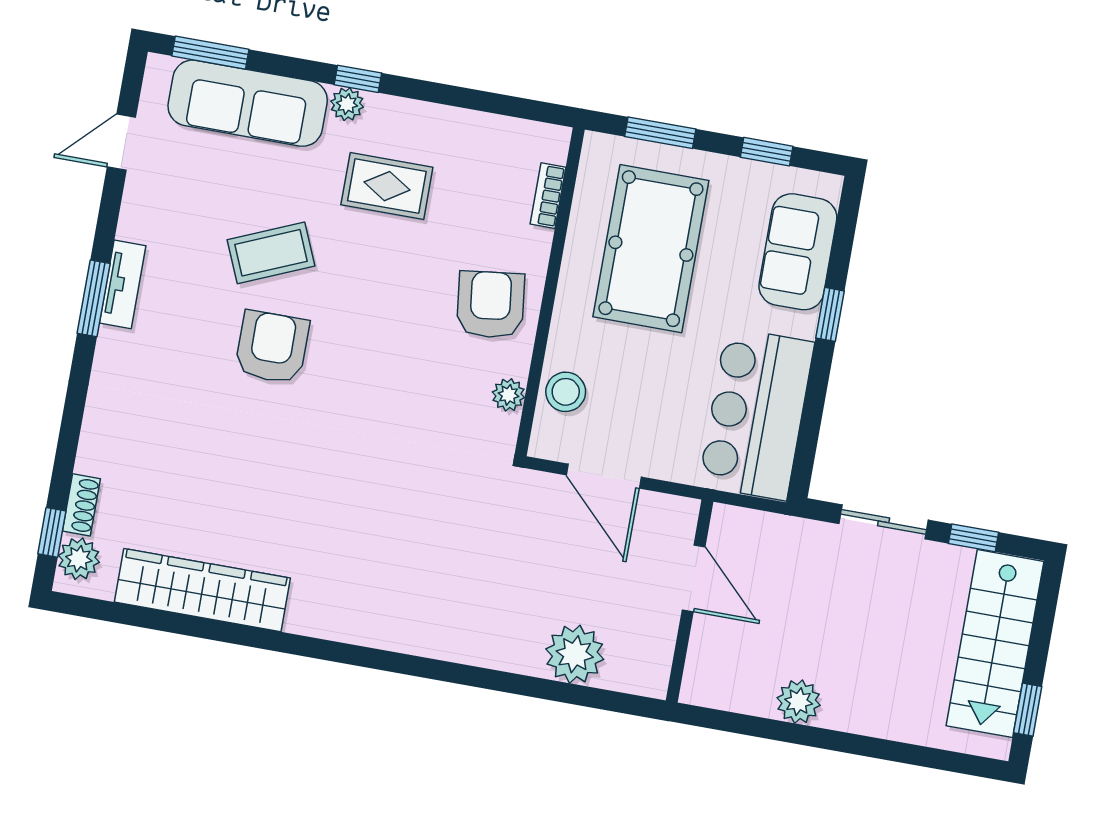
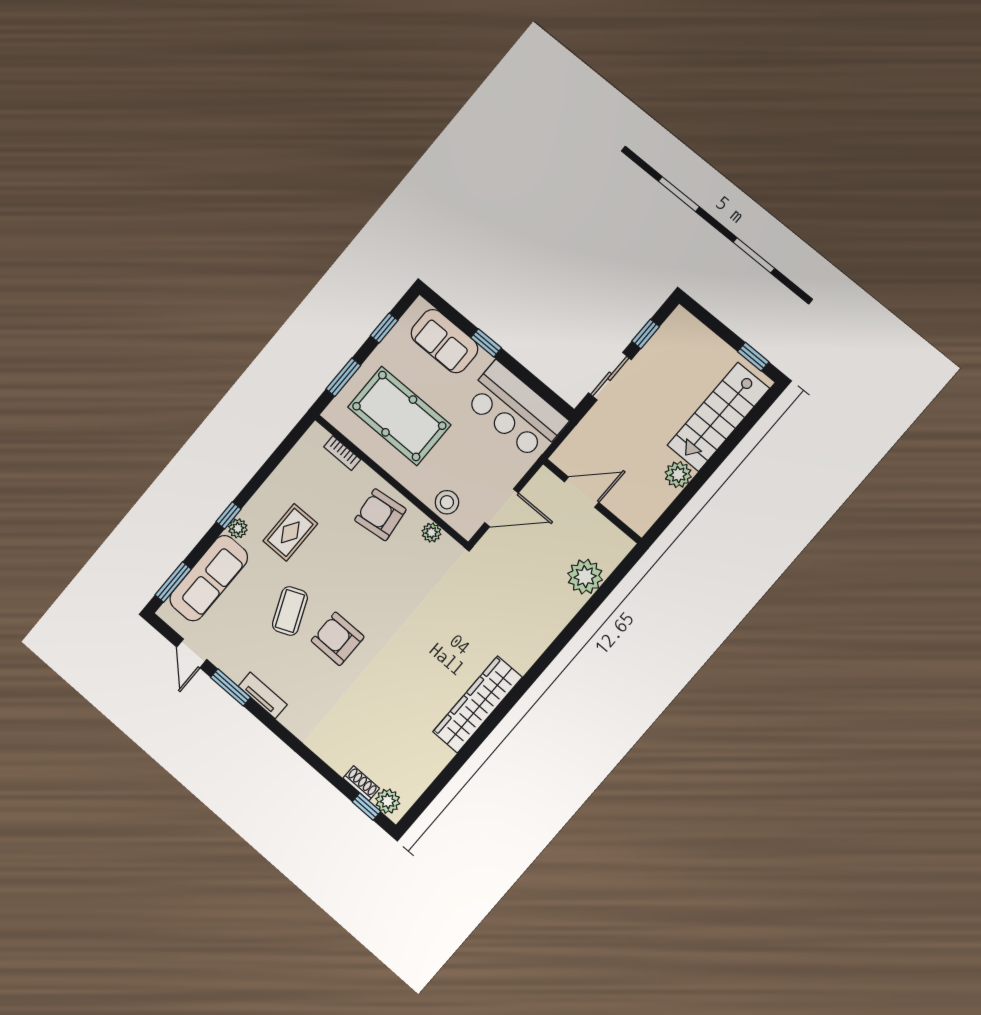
window: (94, 298) -> (231, 687), moved
wardrobe: (202, 590) -> (477, 705), moved
stairs: (995, 644) -> (718, 417), moved, turned 90

